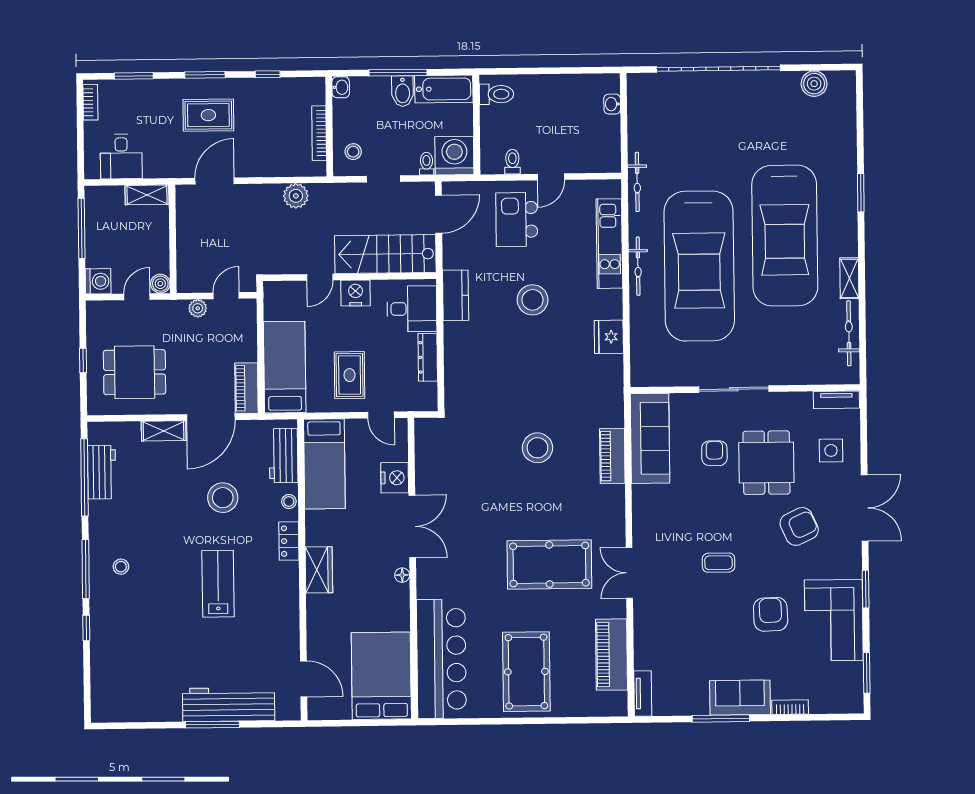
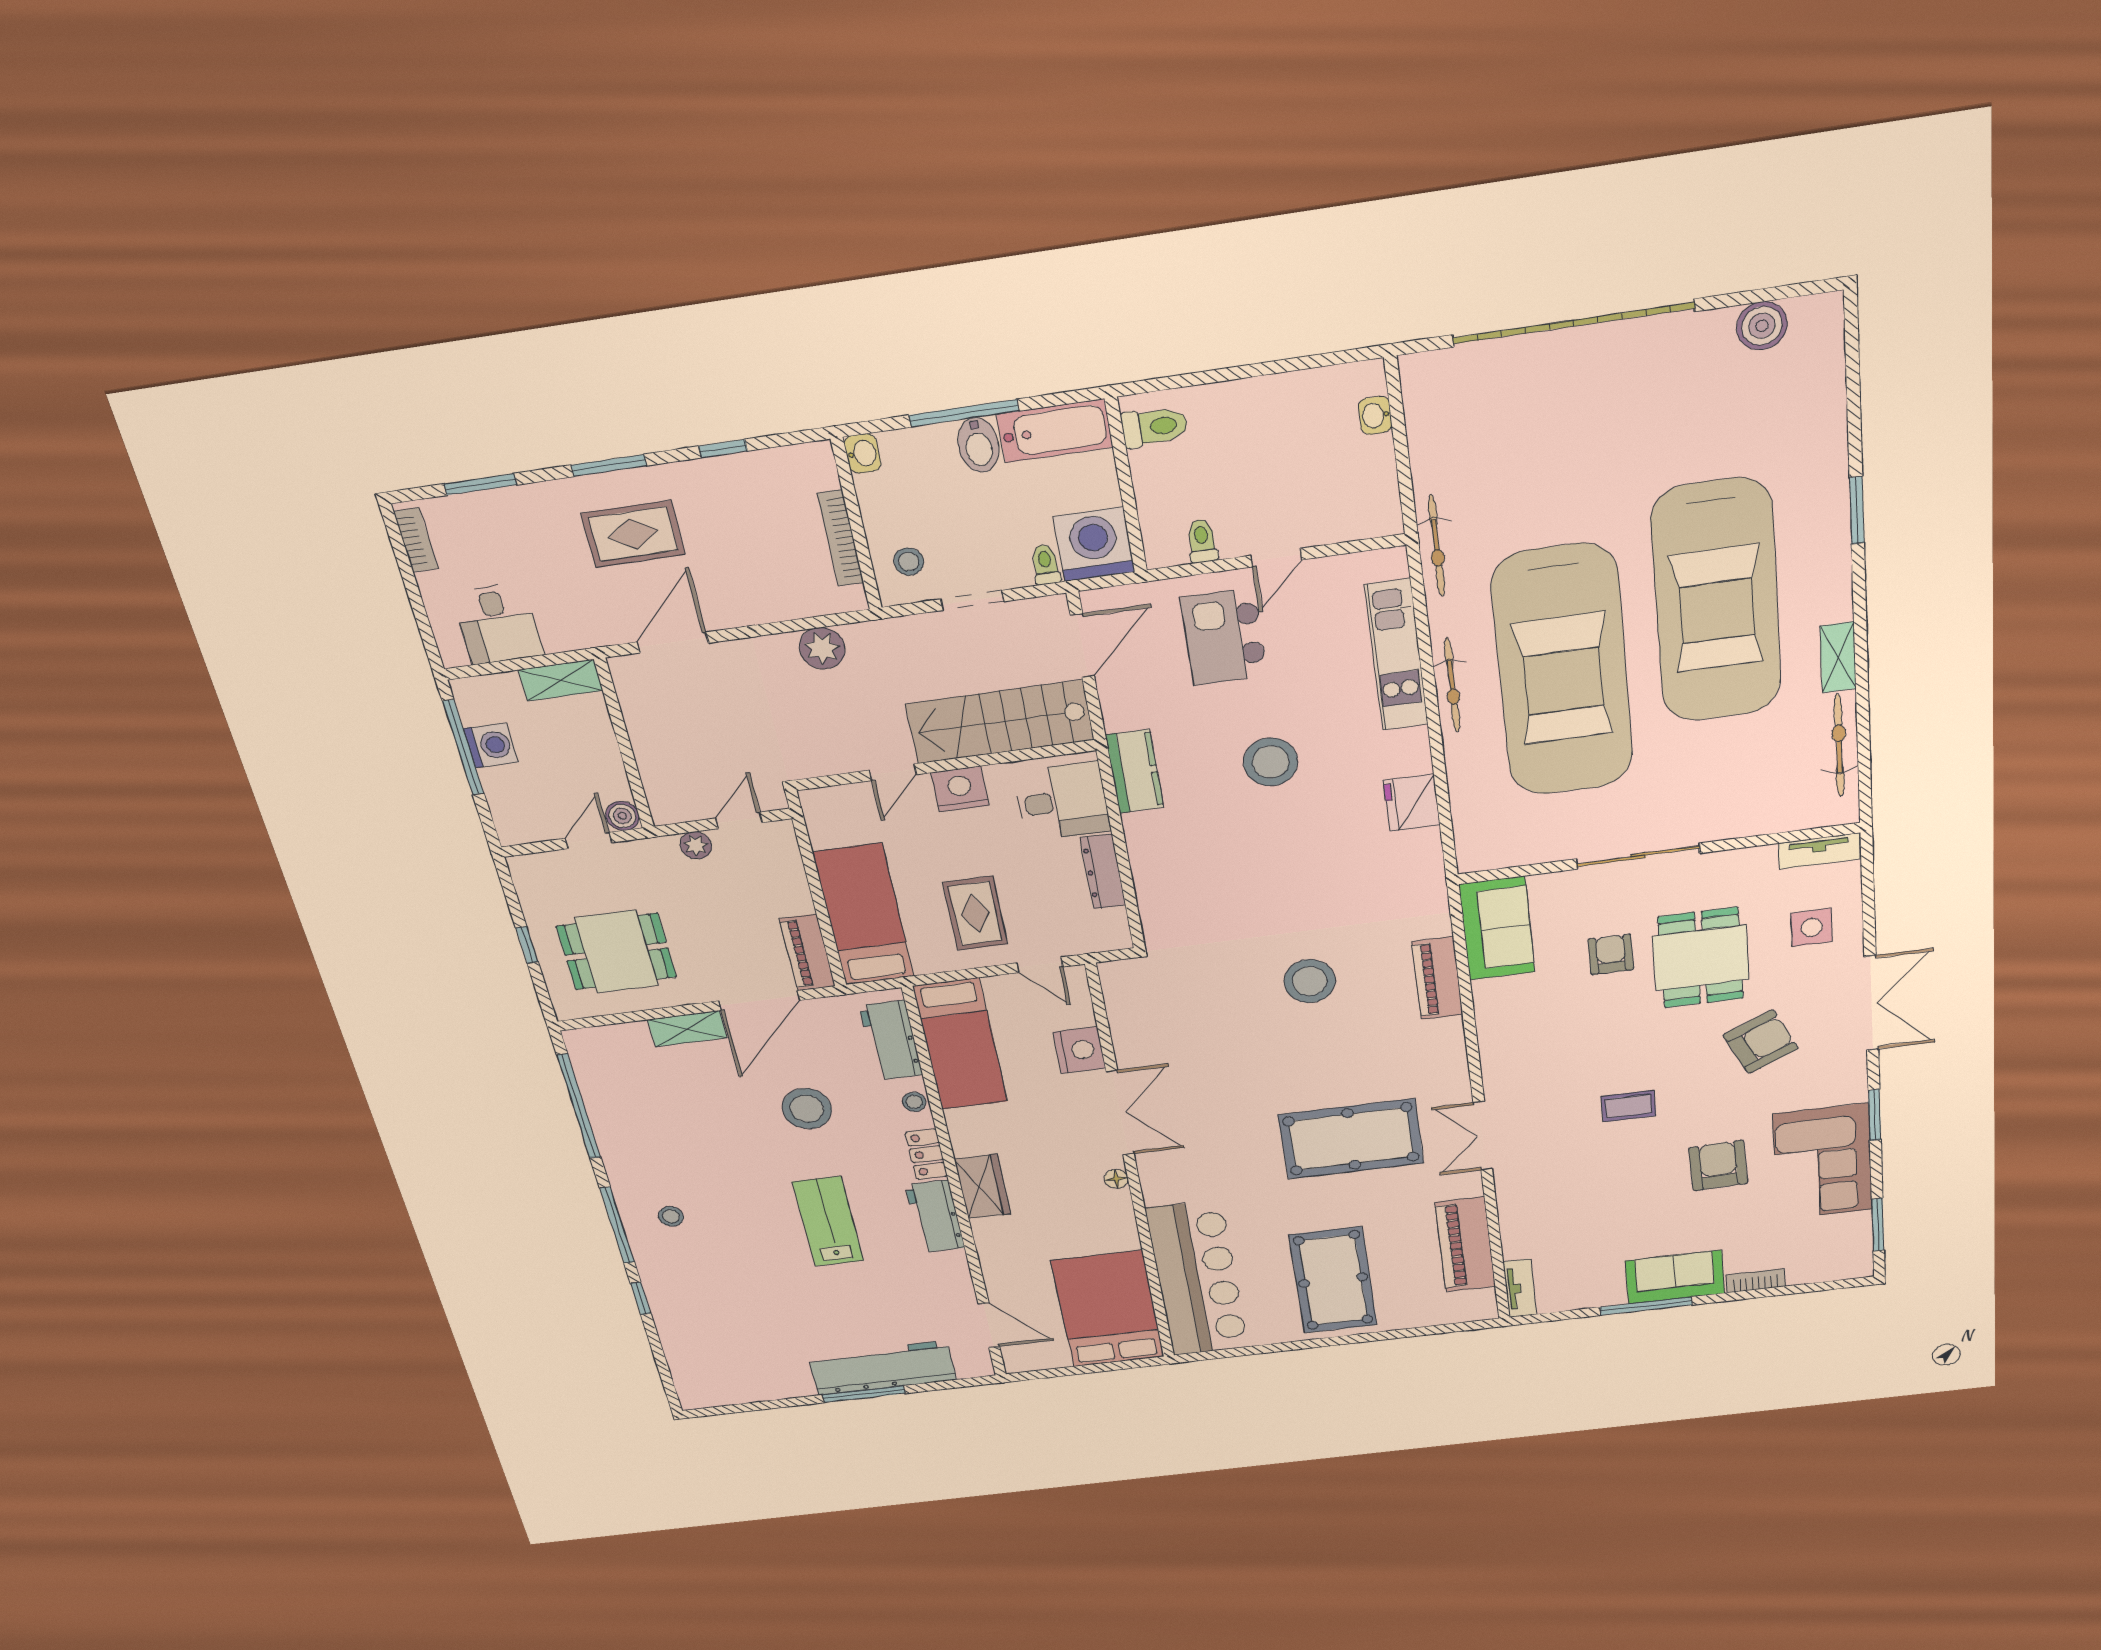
washing machine: (98, 281) -> (491, 745), moved
sofa: (650, 438) -> (1497, 928), width x0.73
workbench: (101, 472) -> (935, 1216), moved, turned 180

